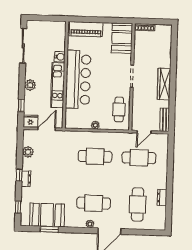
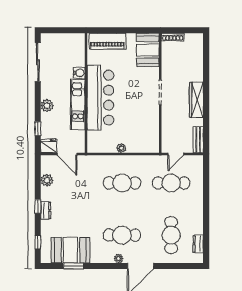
cafe table: (119, 110) -> (147, 130), removed
door: (47, 129) -> (67, 154), swing flipped
dresser: (162, 198) -> (198, 244), moved

